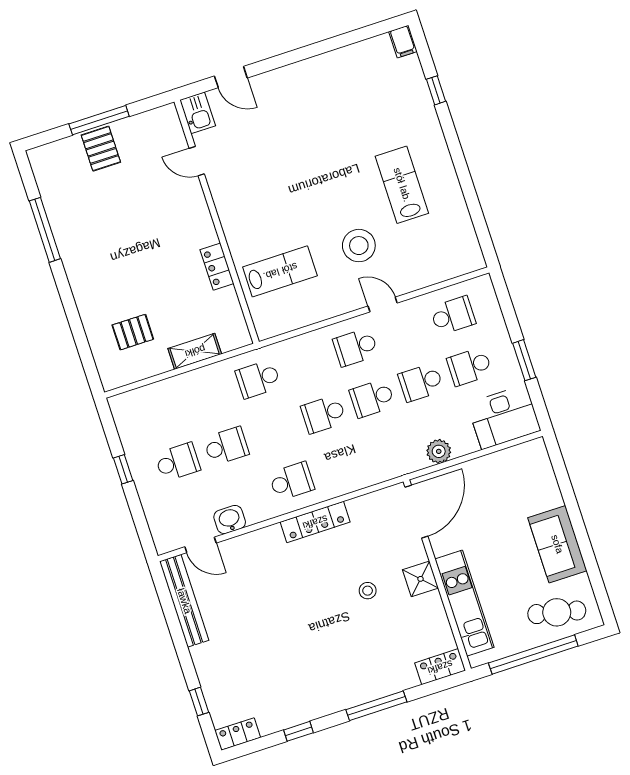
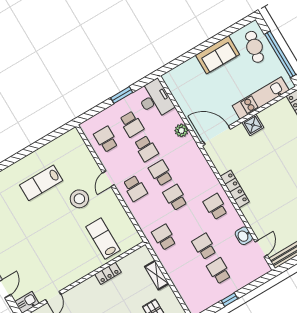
school desk: (258, 379) -> (164, 237), turned 180
school desk: (372, 398) -> (161, 173), turned 180
school desk: (324, 414) -> (175, 198), turned 180
stool: (368, 591) -> (266, 152), removed

